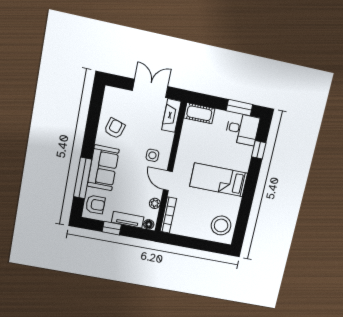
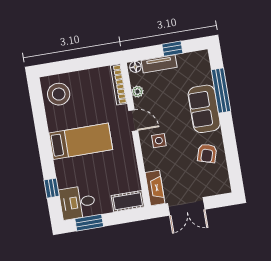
armchair: (95, 205) -> (198, 67), removed

